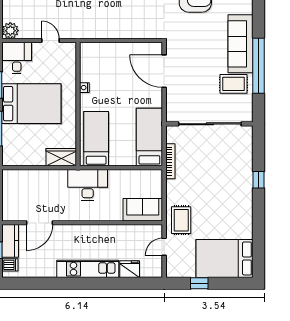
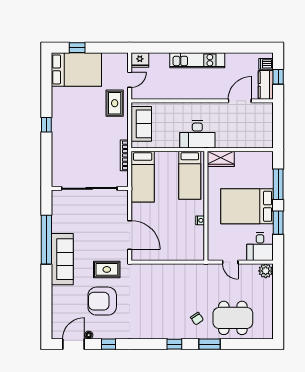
rug: (233, 84) -> (107, 269), moved
window: (259, 180) -> (46, 125), moved
sofa: (143, 210) -> (141, 124), moved, turned -90
fridge: (130, 269) -> (140, 60), moved
window: (199, 283) -> (77, 48), moved

